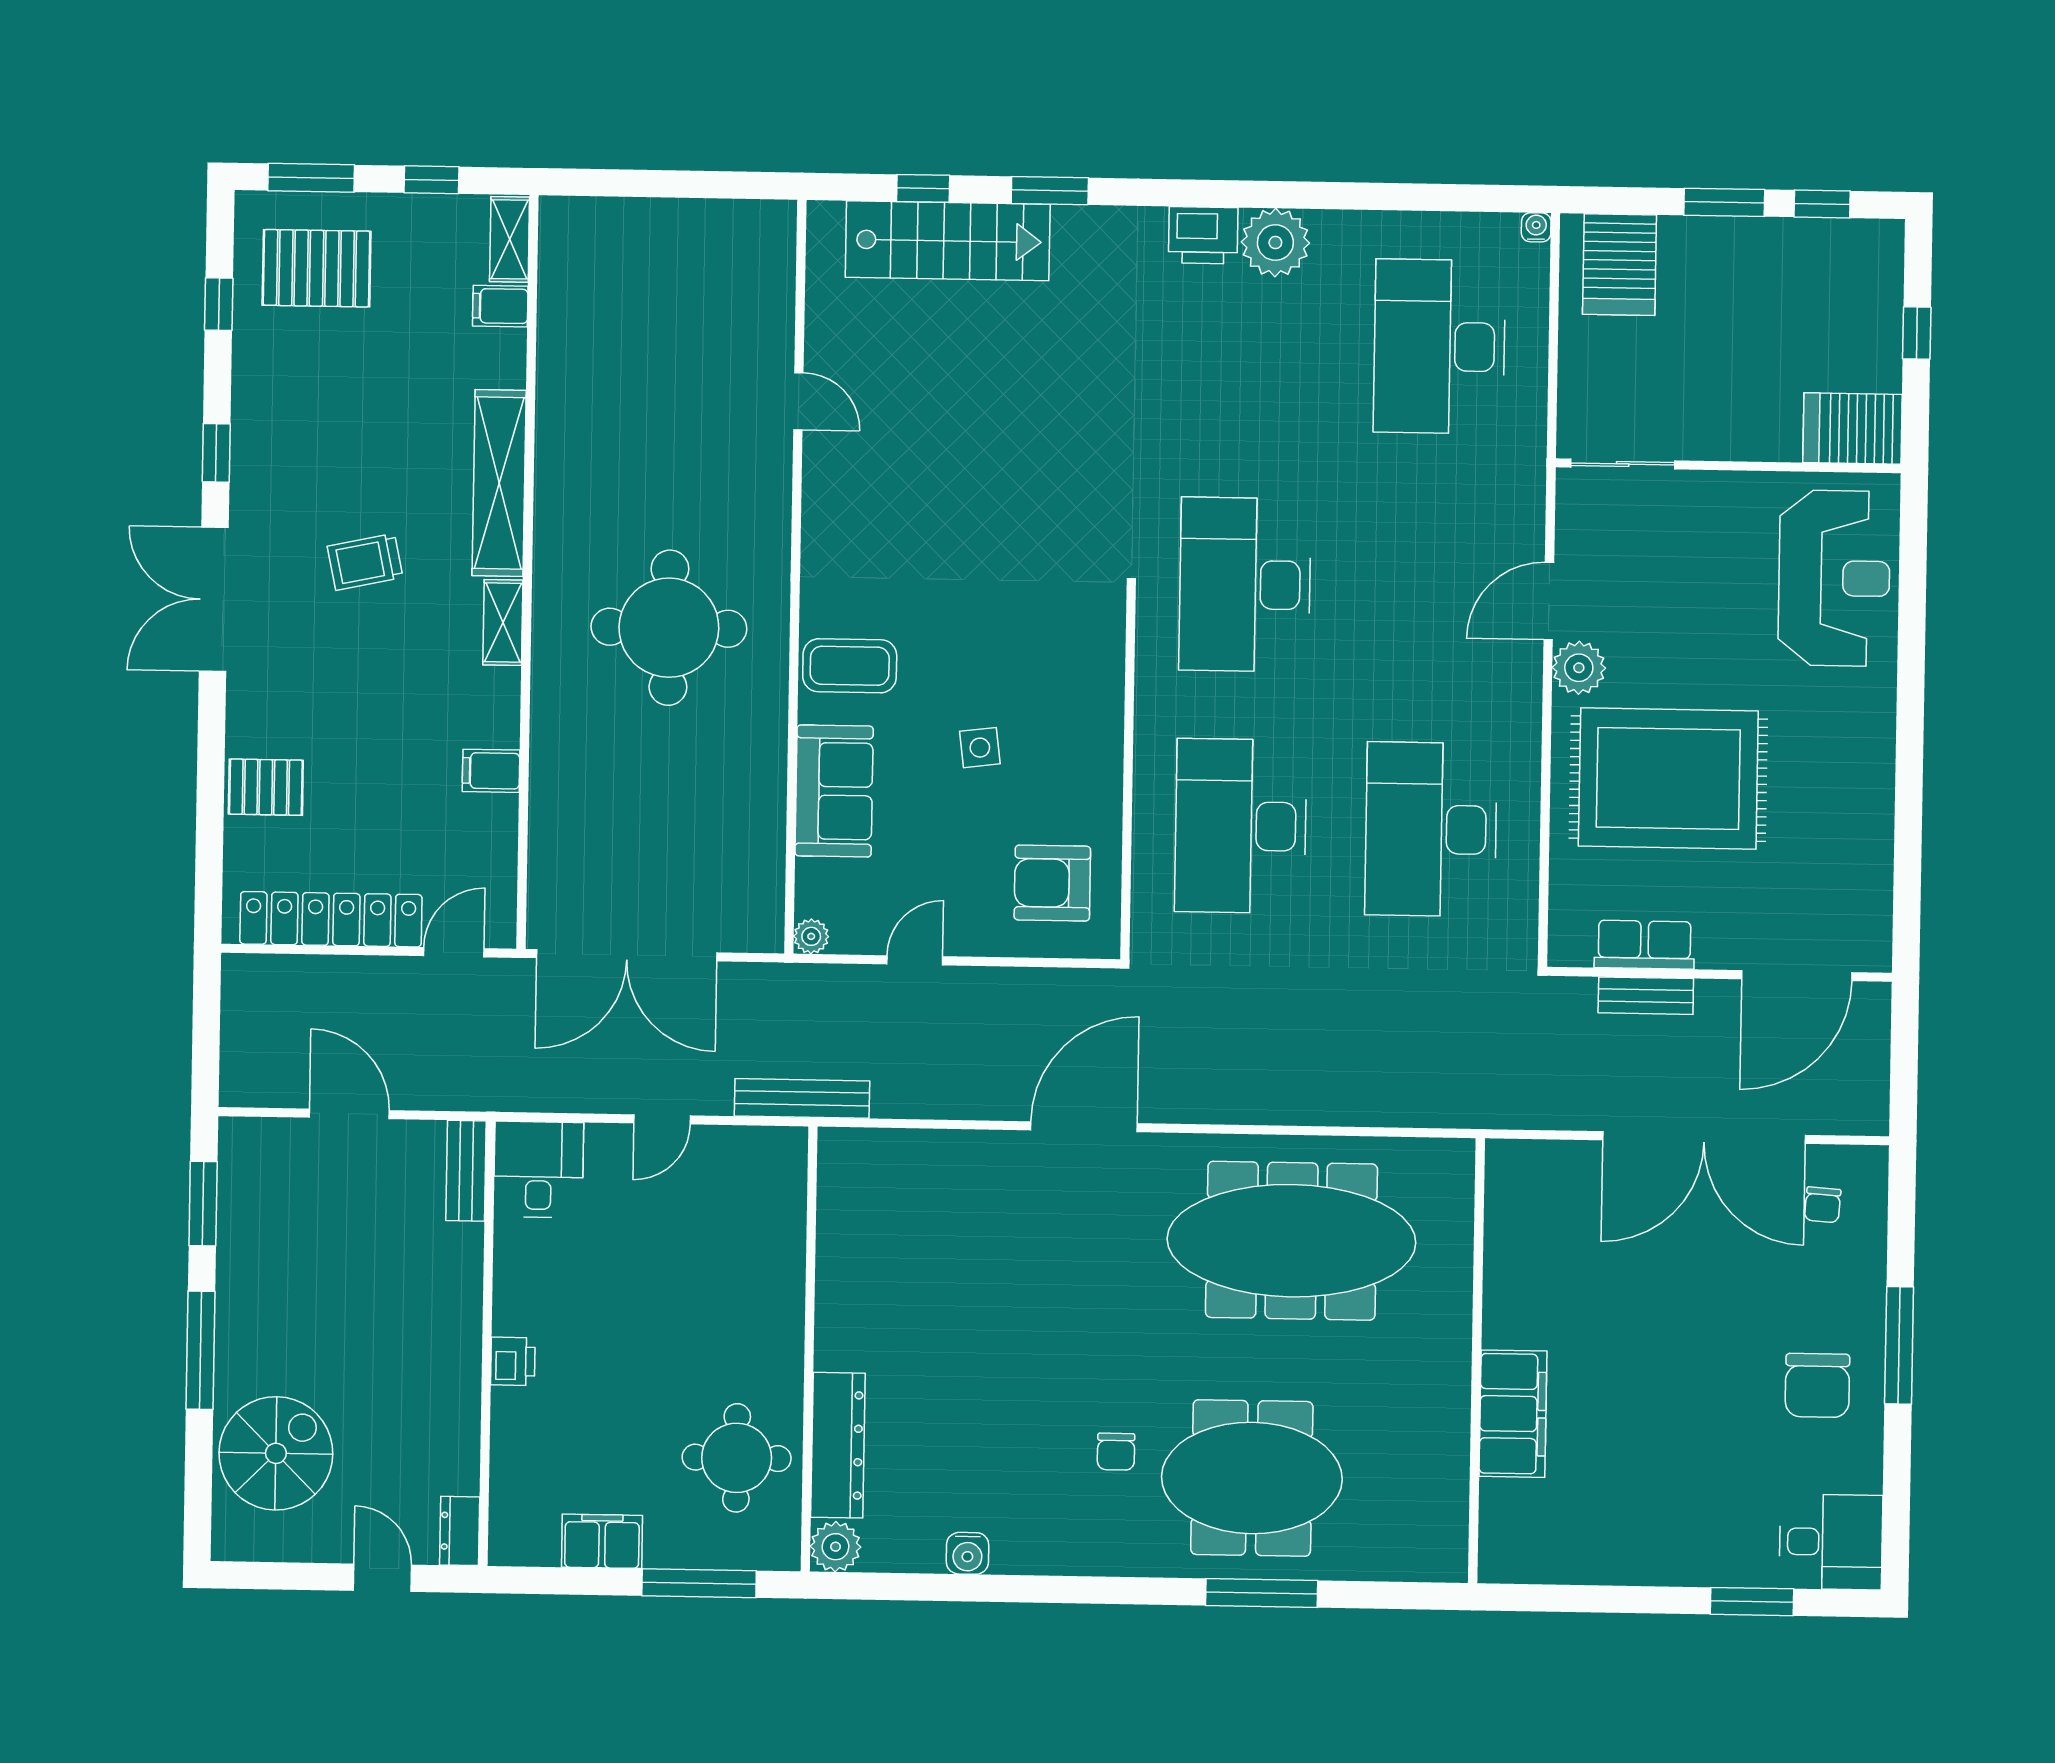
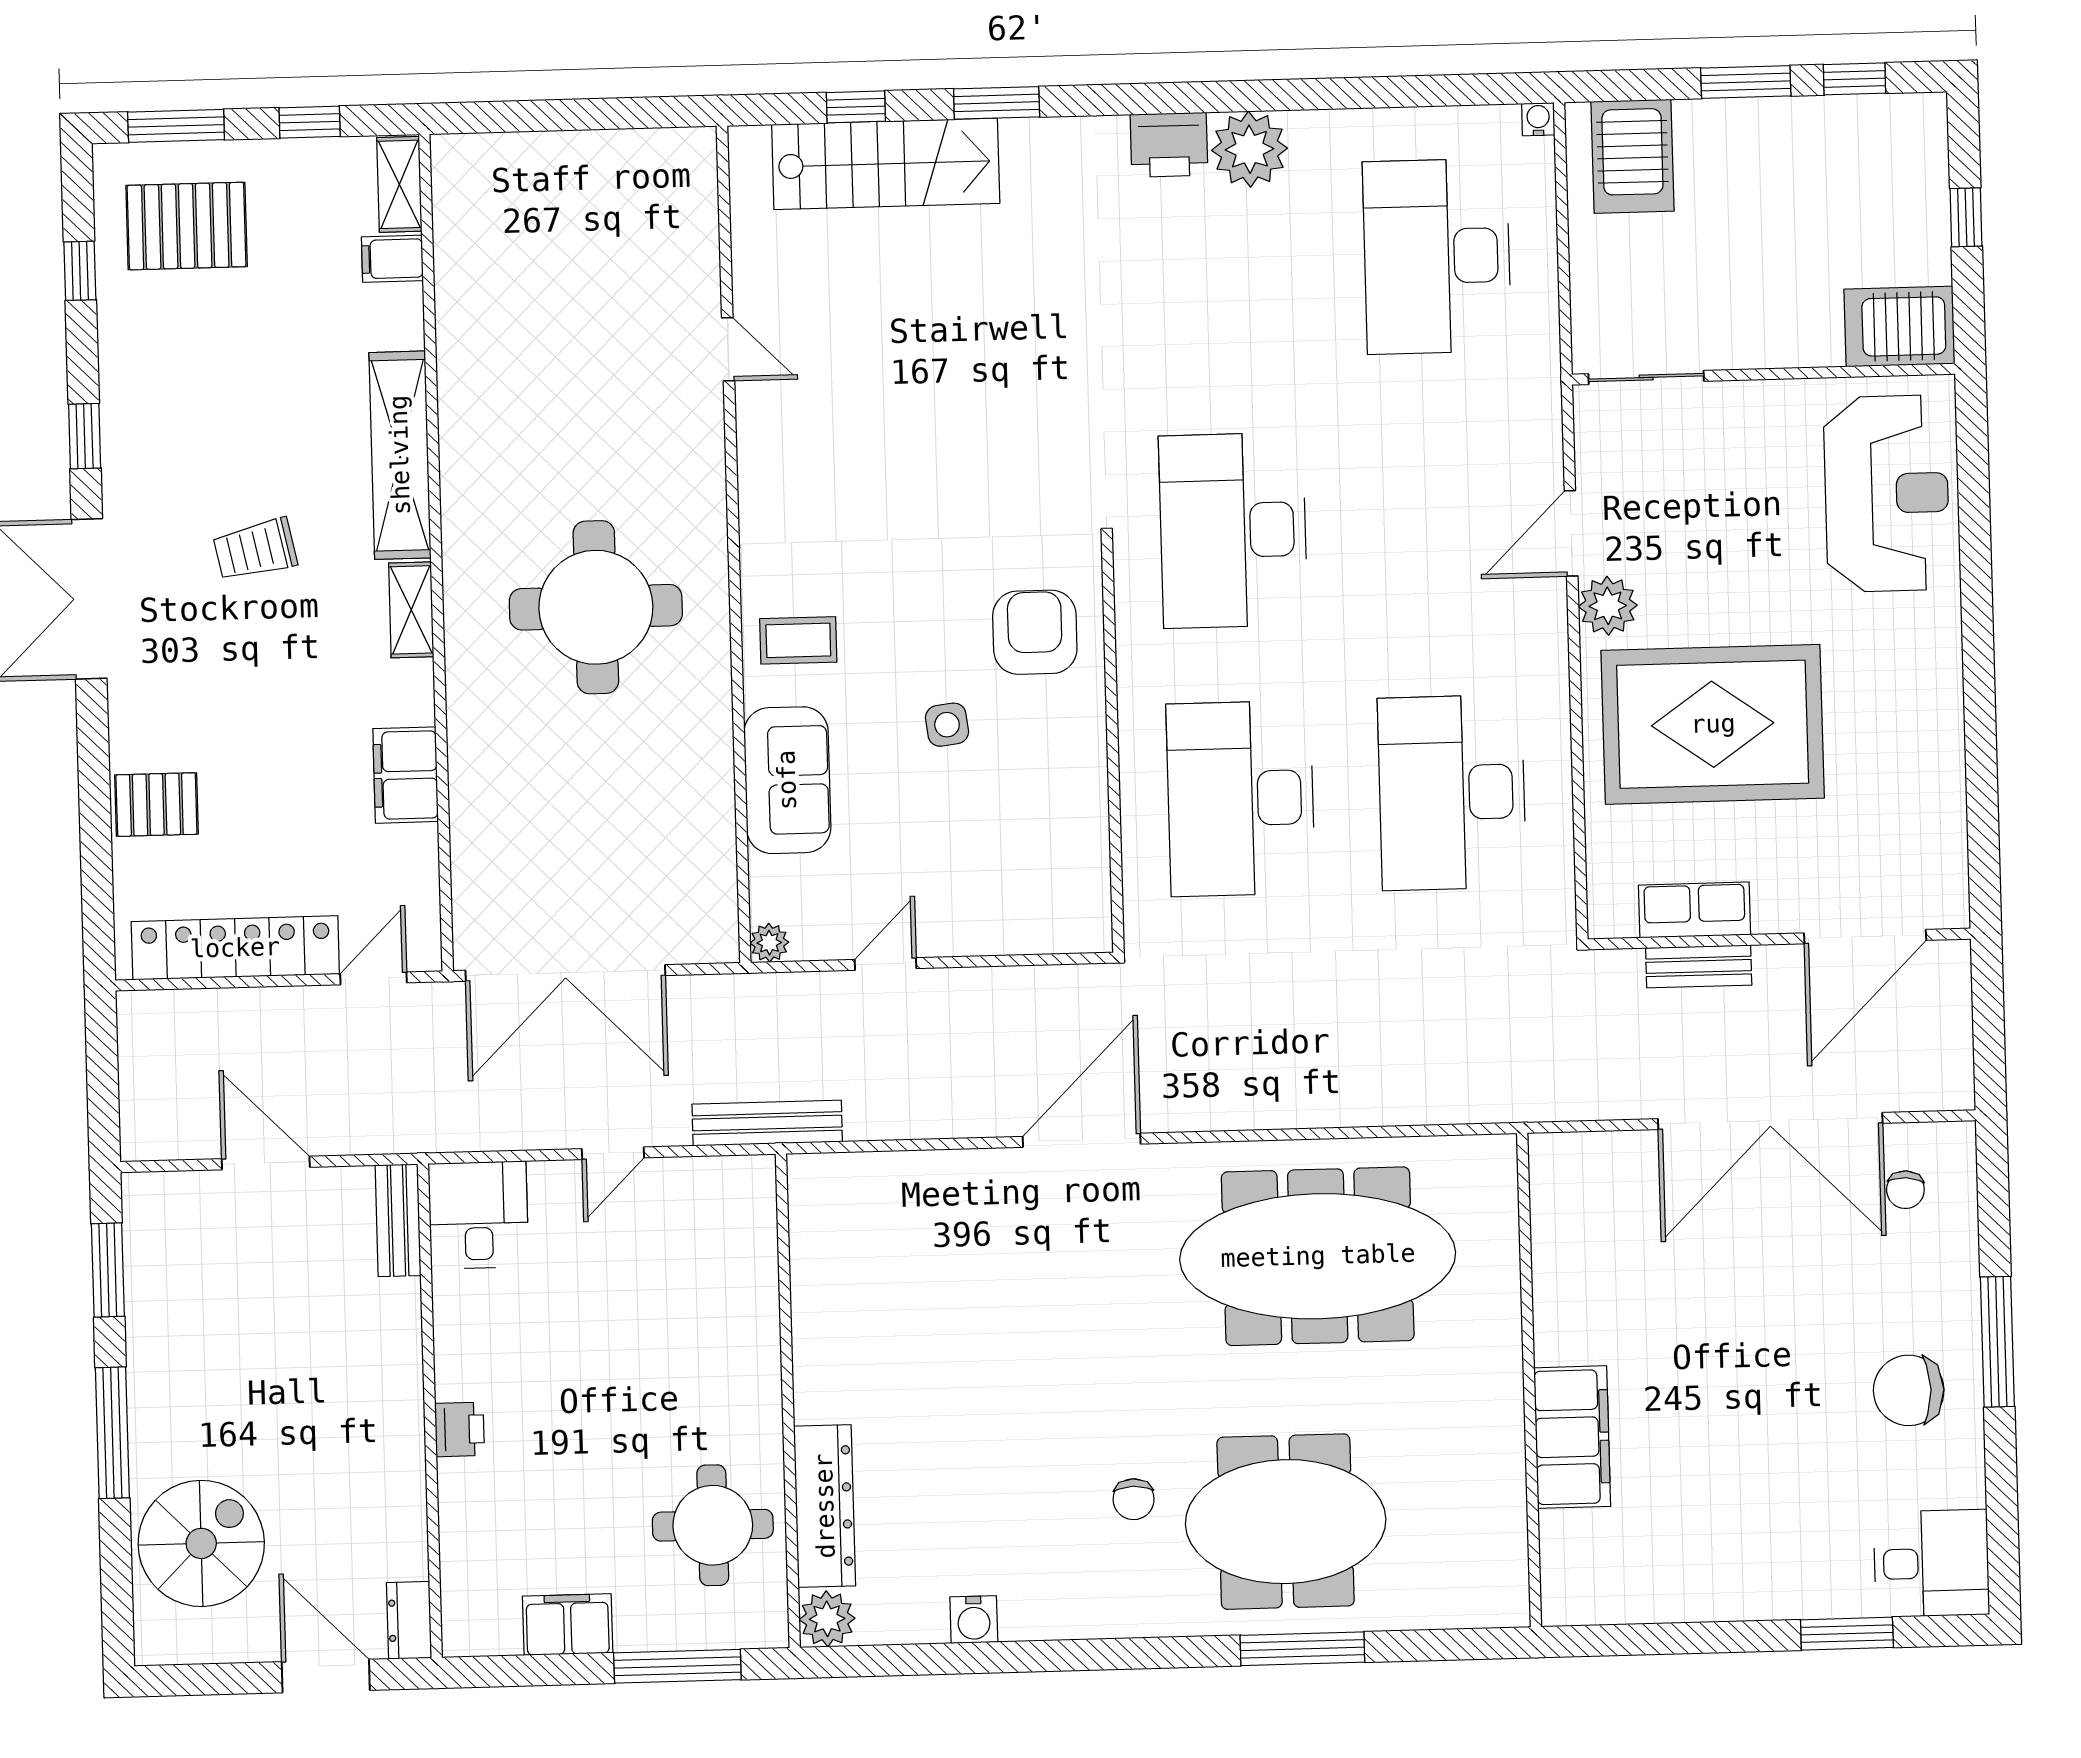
coffee table: (850, 666) -> (798, 640), width x0.73, depth x0.77
filing cabinet: (491, 771) -> (406, 775), width x2.00
armchair: (1052, 883) -> (1035, 632), moved, turned 90
chair: (1817, 1385) -> (1909, 1390), turned 90
door: (382, 1578) -> (326, 1676), width x1.38

